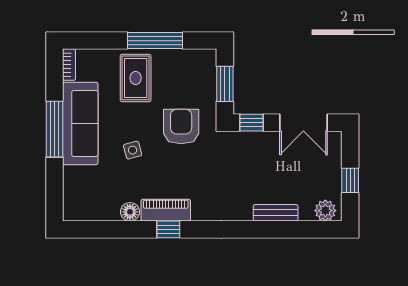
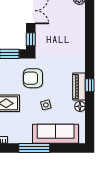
sofa: (80, 123) -> (56, 134), moved
bench: (276, 213) -> (80, 26), removed

